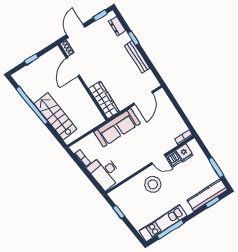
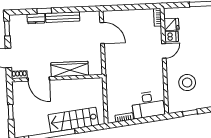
dresser: (117, 26) -> (36, 19), moved
wardrobe: (104, 100) -> (70, 69), moved
sofa: (117, 128) -> (115, 71), removed
stool: (153, 184) -> (187, 83), moved

